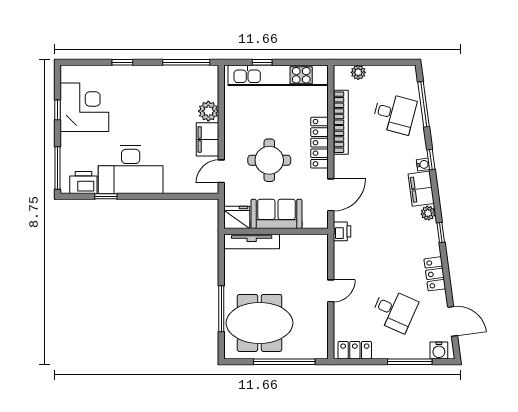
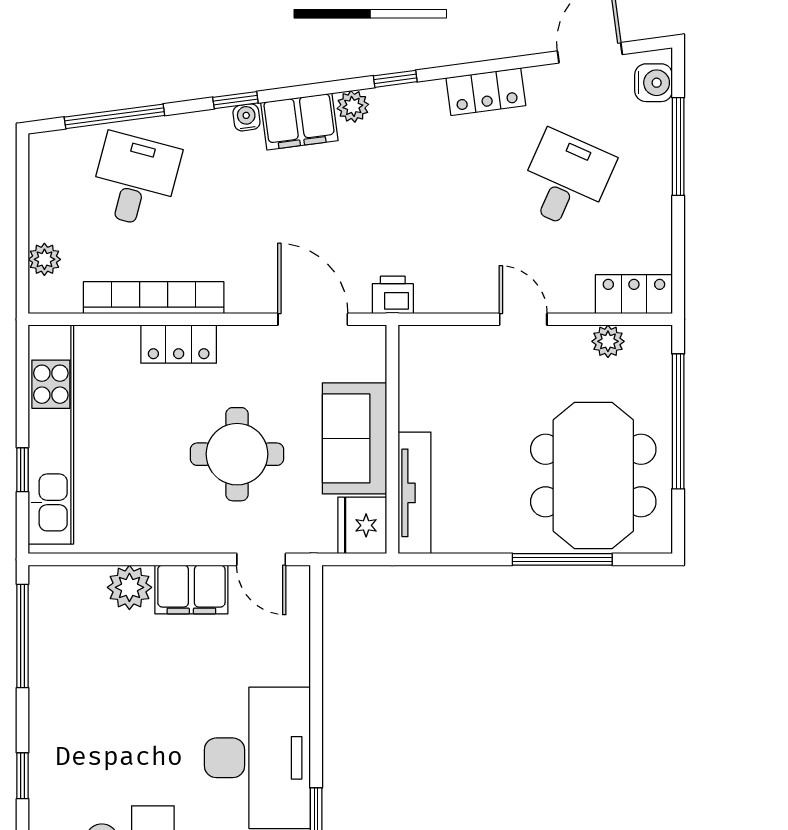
locker: (320, 143) -> (179, 344), width x0.66
plant: (321, 330) -> (608, 341), added
locker: (355, 350) -> (634, 294), moved, turned 90

